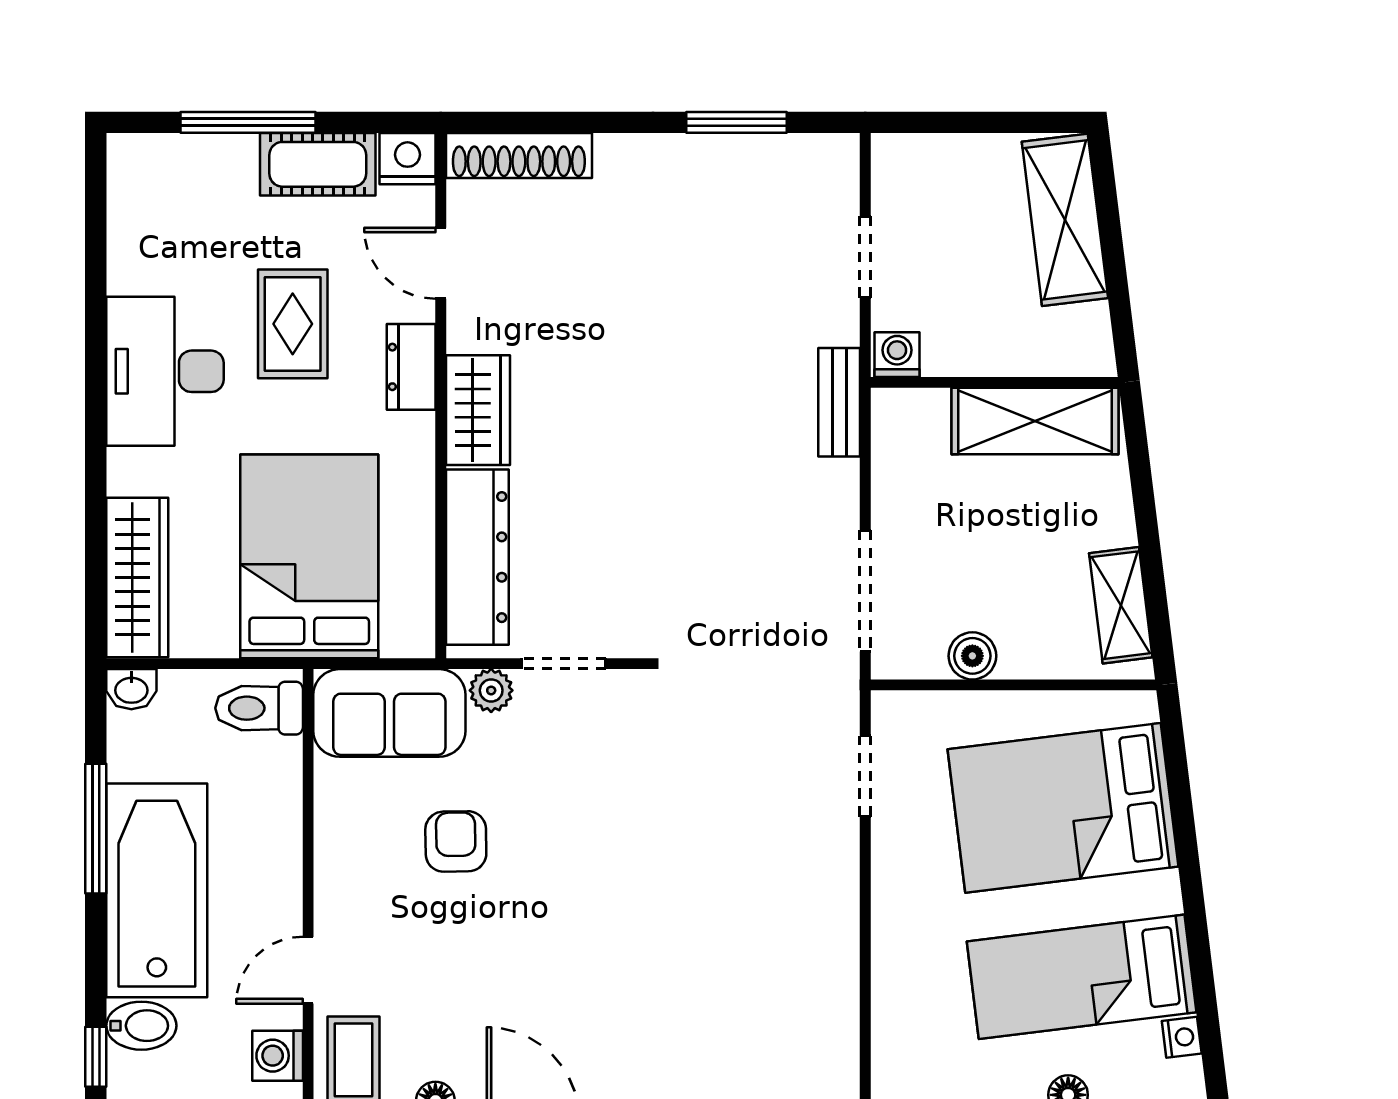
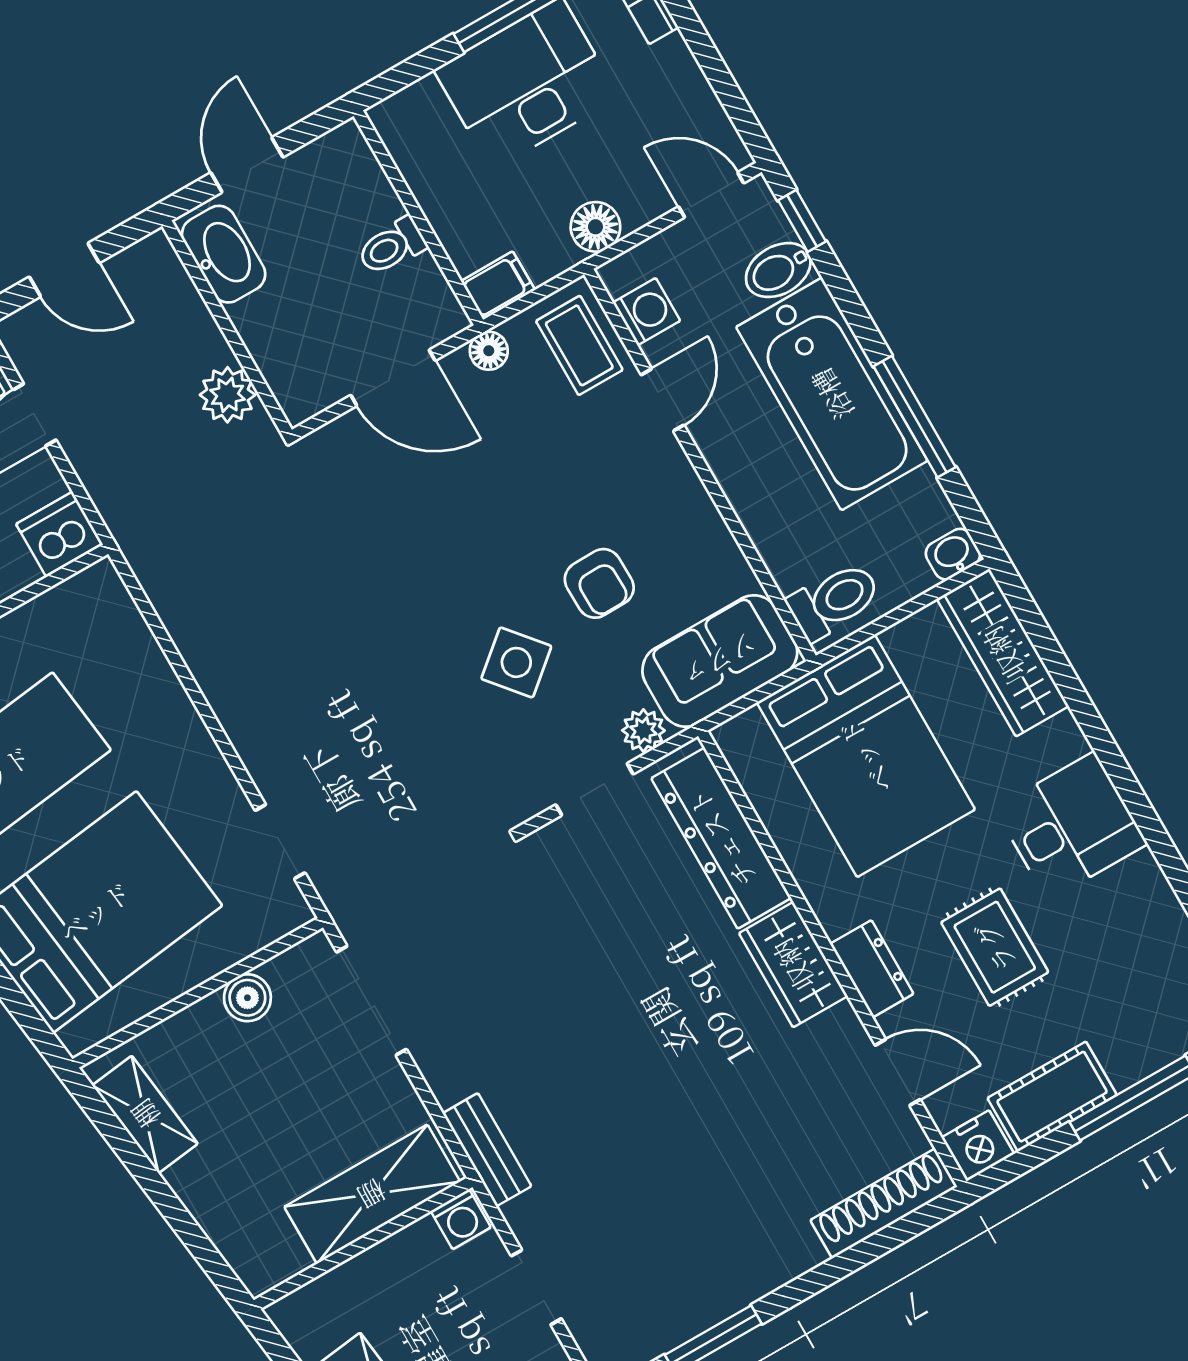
desk: (165, 371) -> (1071, 826), width x0.73
shelving: (1035, 421) -> (372, 1194), moved
side table: (568, 814) -> (516, 662), added

